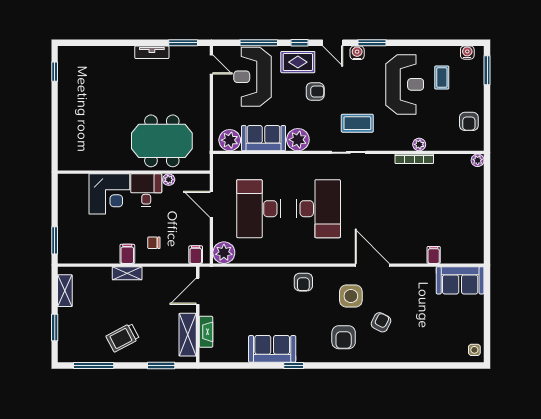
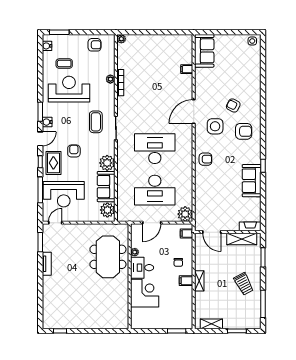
fireplace: (206, 332) -> (250, 226), moved

